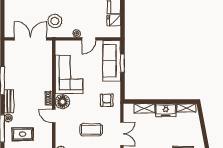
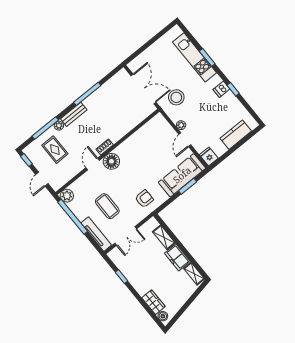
fridge: (114, 20) -> (209, 156), moved
door: (89, 39) -> (185, 140), hinge flipped
corner sofa: (69, 74) -> (140, 148), removed

